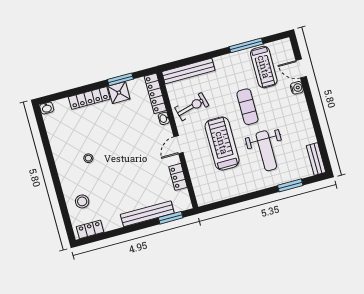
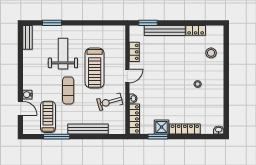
bench: (188, 71) -> (88, 129), moved
locker: (90, 229) -> (196, 30), moved

